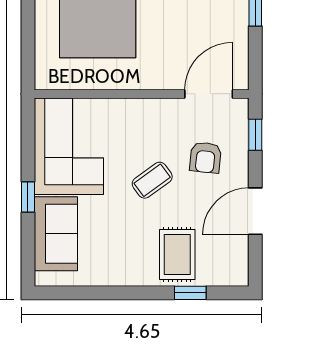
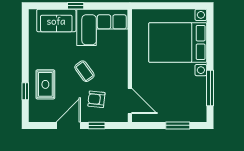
window: (255, 135) -> (97, 125), moved
door: (255, 211) -> (68, 125), hinge flipped
rug: (177, 255) -> (45, 84), turned 90

